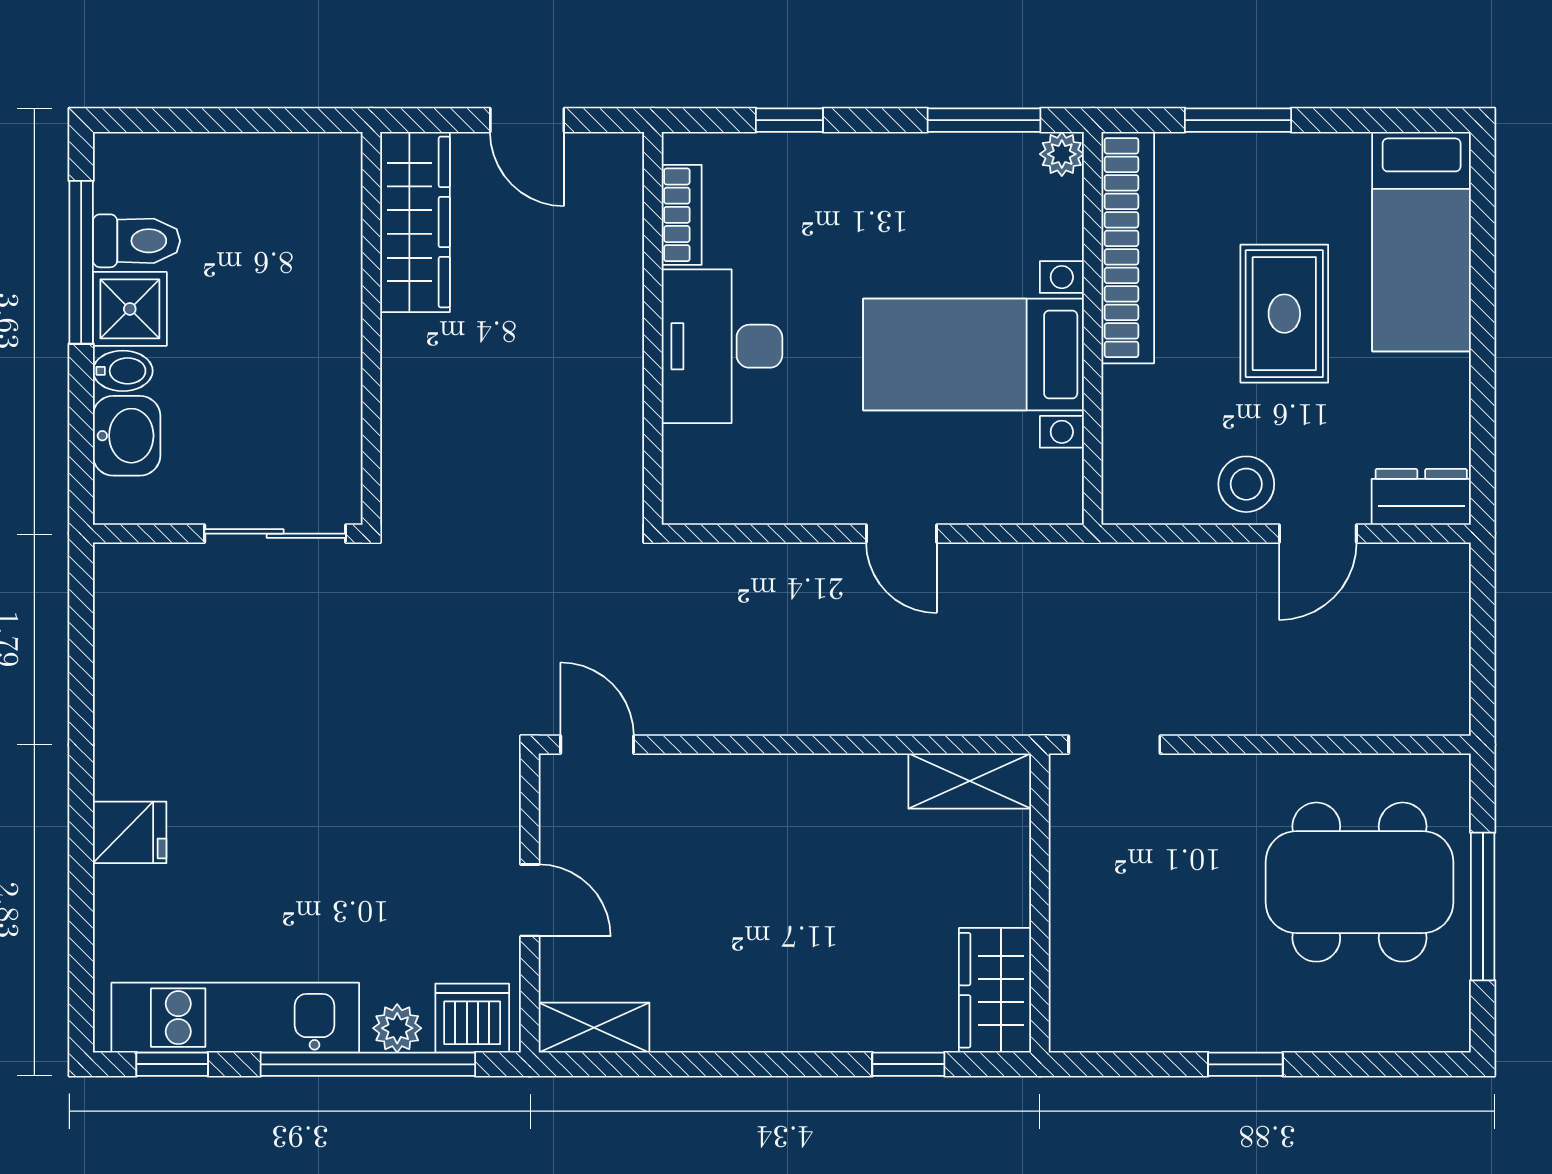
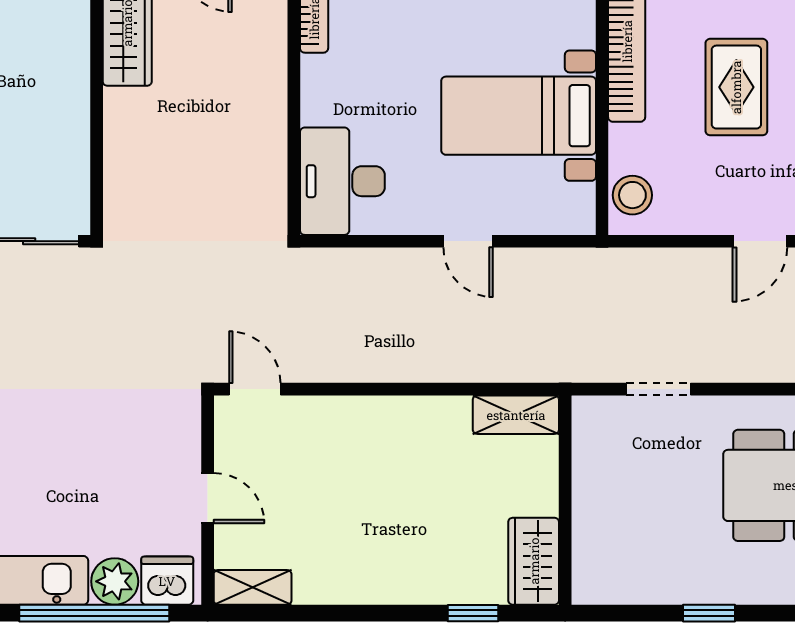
desk: (722, 346) -> (342, 181), moved
stool: (1246, 484) -> (632, 195), moved
doorway: (1114, 745) -> (658, 389), moved
plant: (397, 1028) -> (115, 581), width x1.38, depth x1.38

